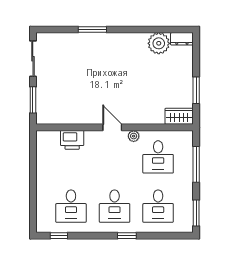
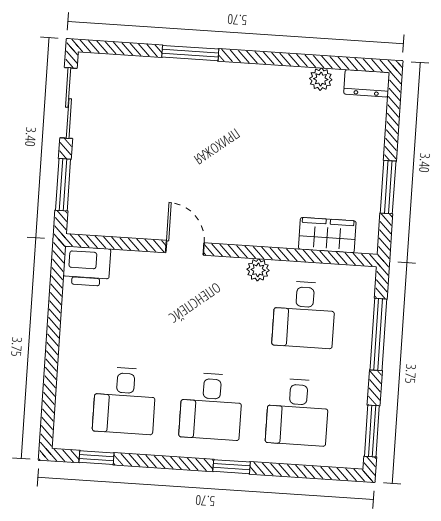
plant: (159, 43) -> (321, 79), width x0.53, depth x0.53
wardrobe: (179, 116) -> (327, 235), moved
door: (112, 127) -> (185, 248), moved
printer: (72, 140) -> (87, 266), moved

